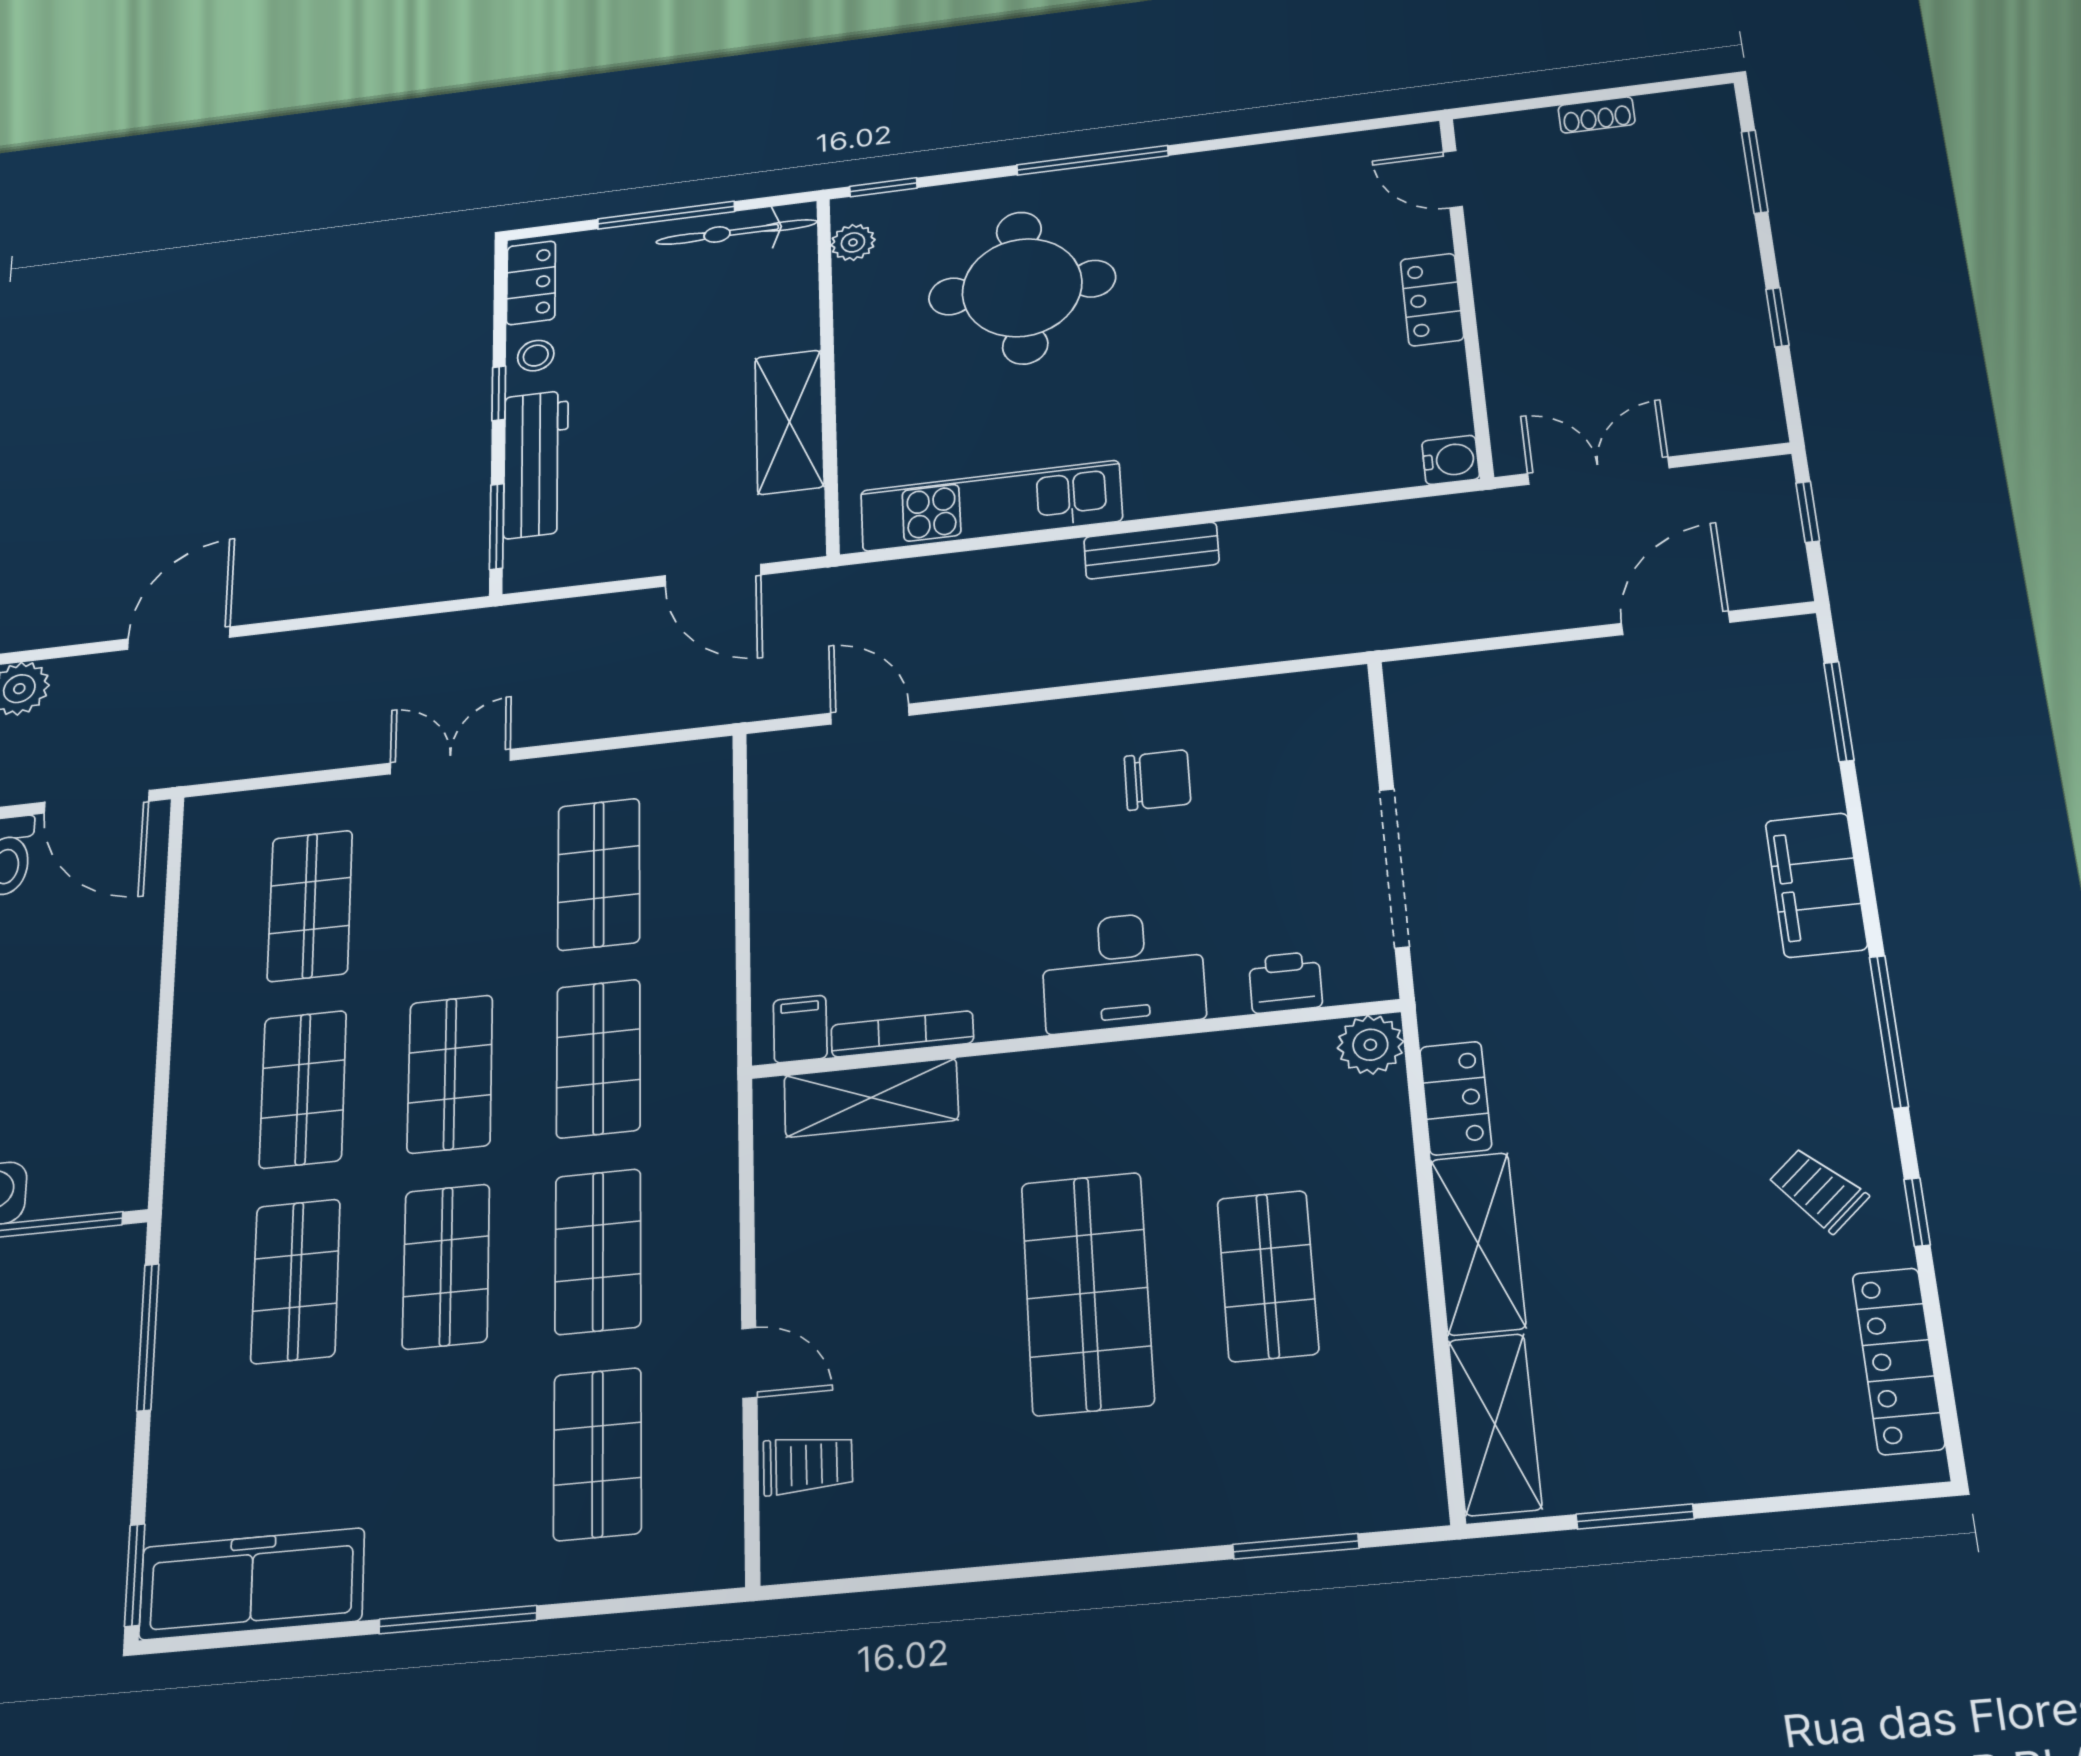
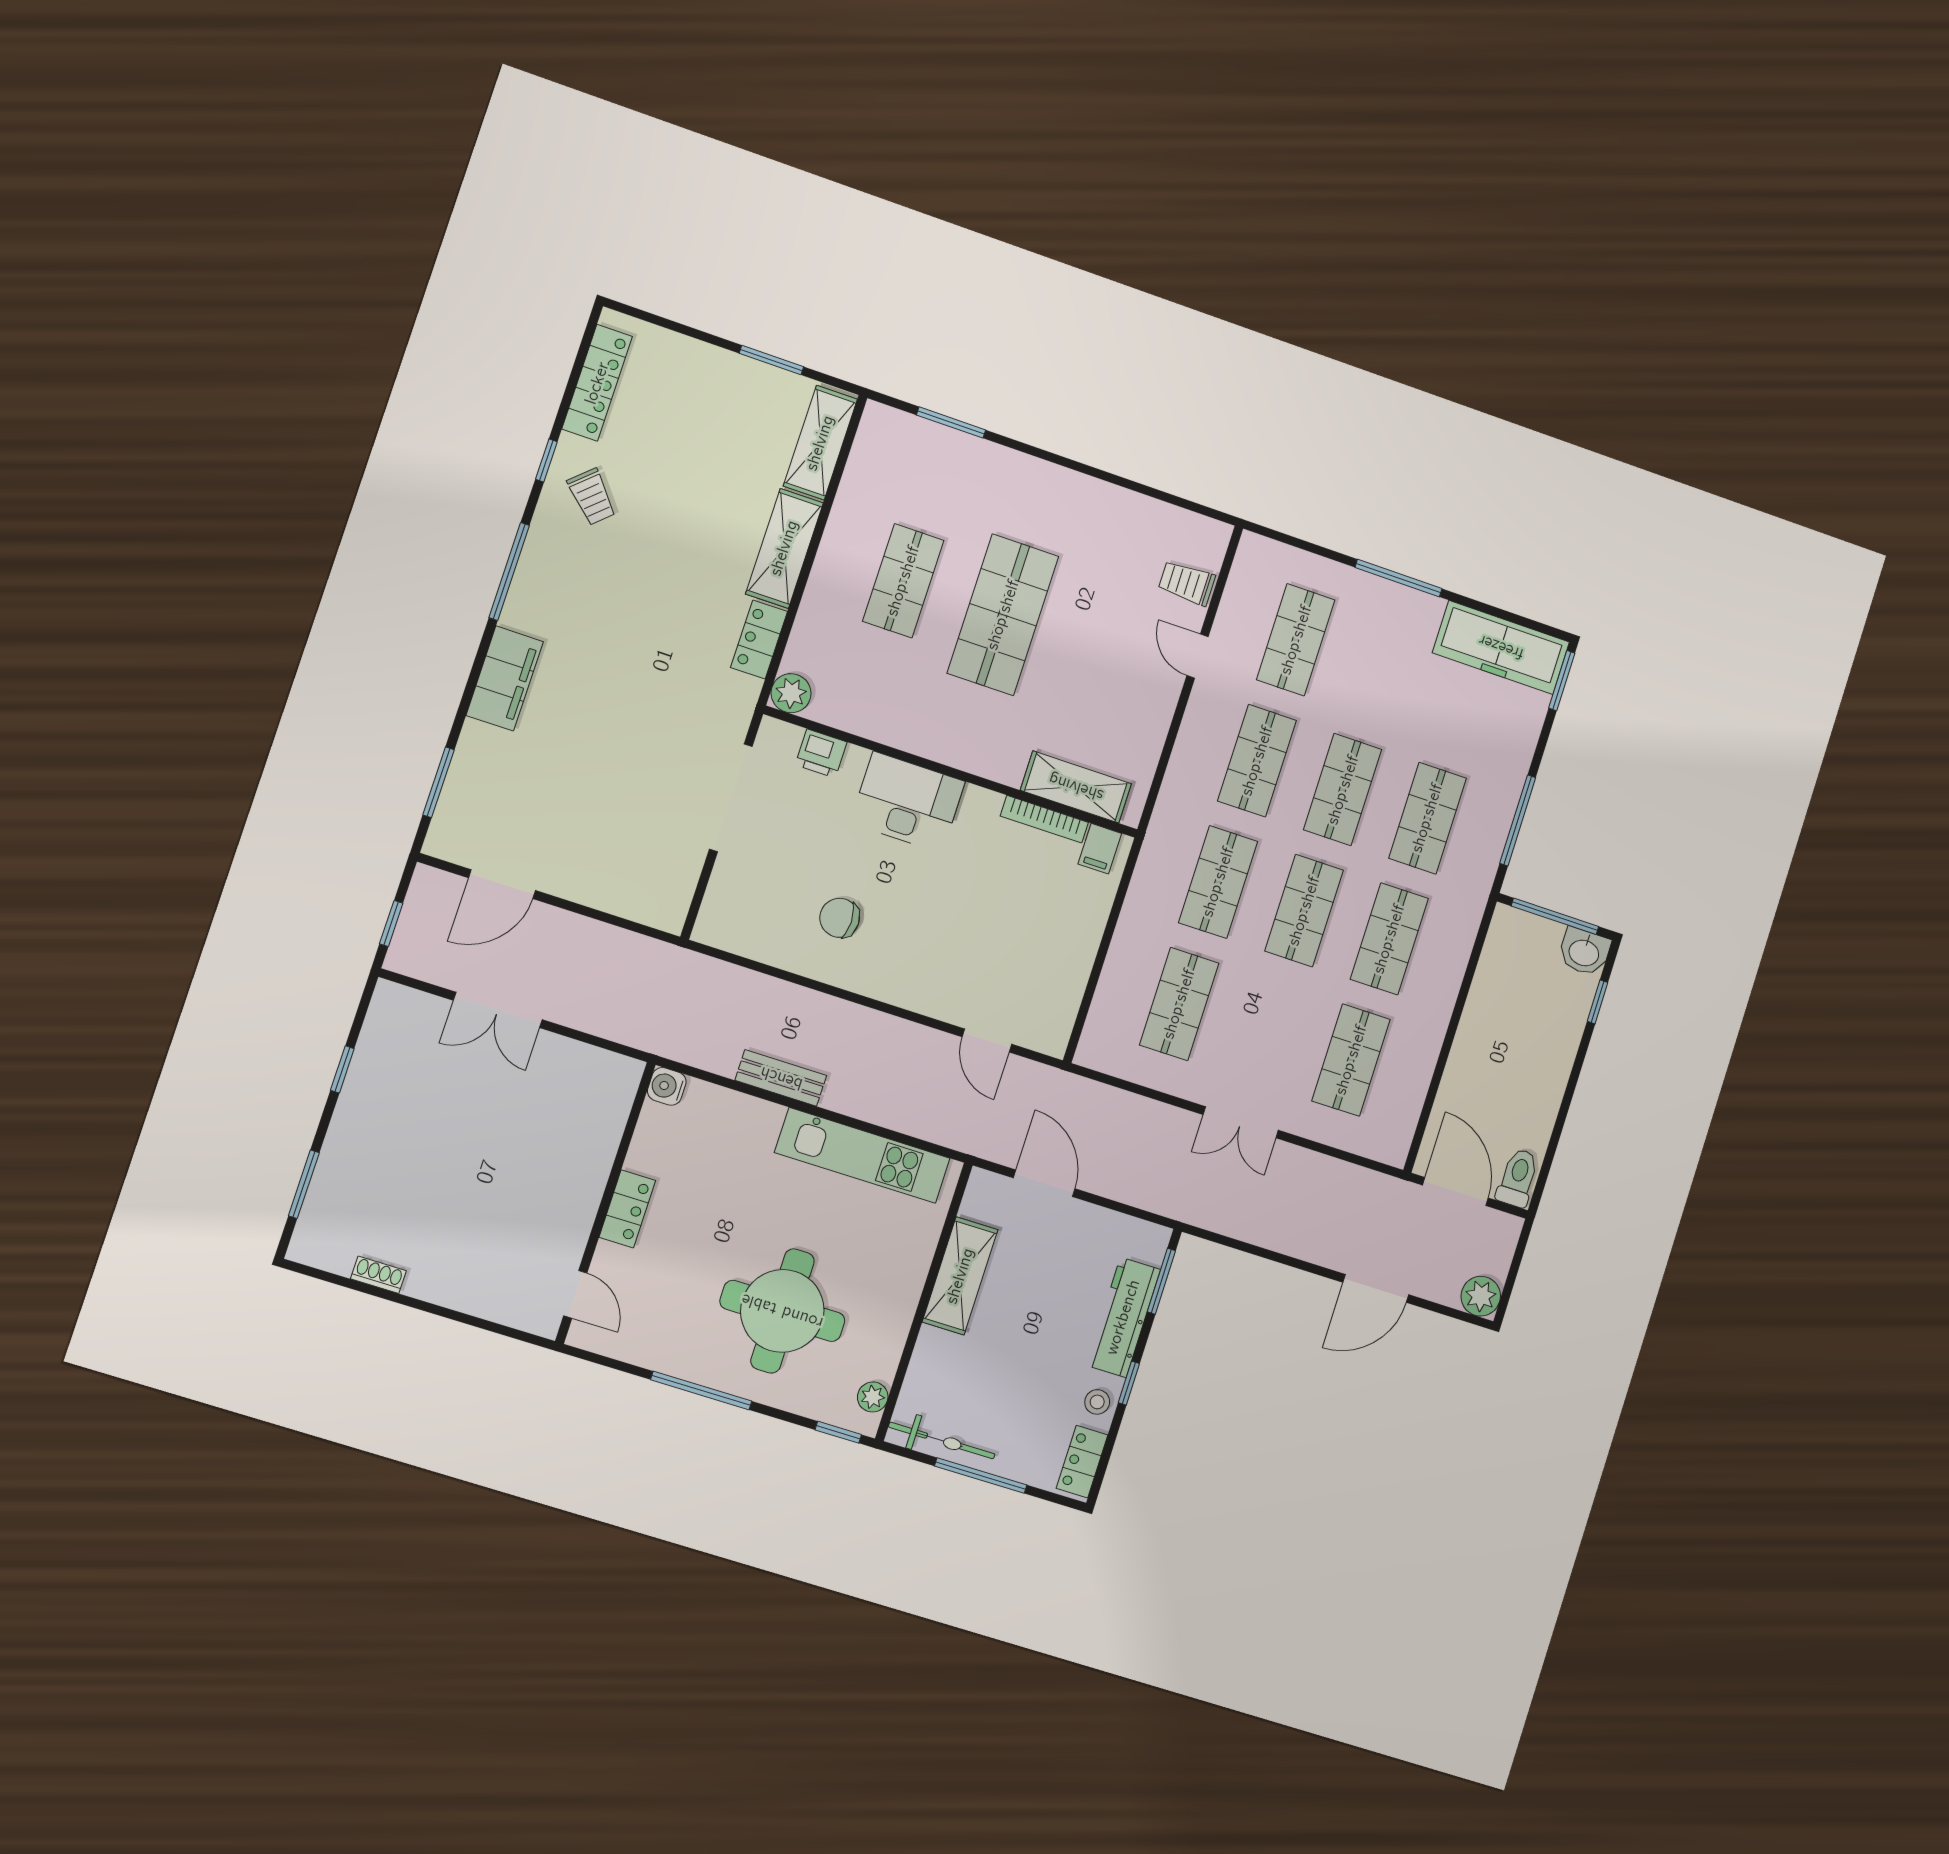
door: (1453, 179) -> (575, 1294), moved
wall: (1466, 295) -> (605, 1203), moved
locker: (1432, 300) -> (627, 1209), moved
water cooler: (1451, 460) -> (667, 1086), moved

